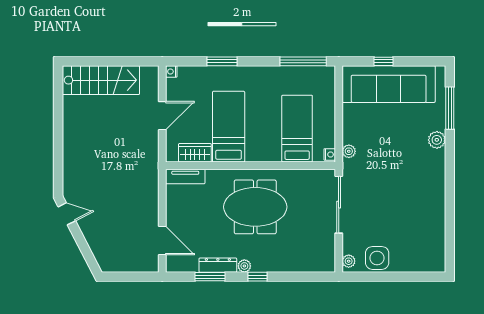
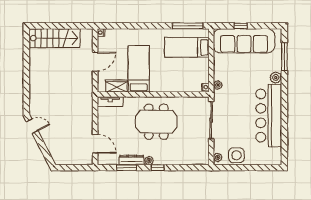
window: (222, 61) -> (134, 26), removed
bed: (297, 129) -> (187, 47), moved, turned -90
bar counter: (426, 198) -> (269, 116), added

